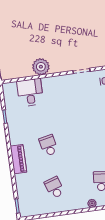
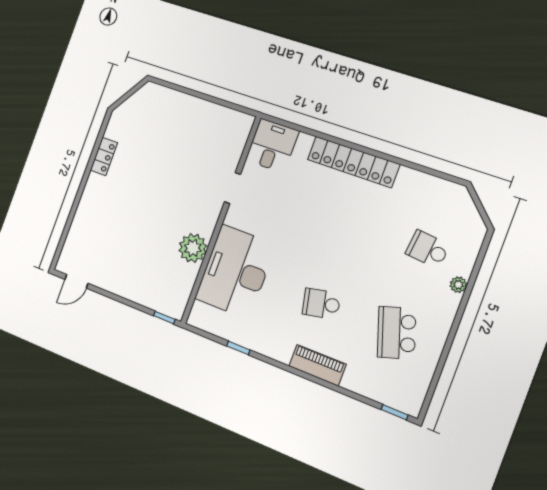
desk: (30, 92) -> (235, 272), width x1.87, depth x1.30
school desk: (54, 188) -> (397, 333), width x1.85

